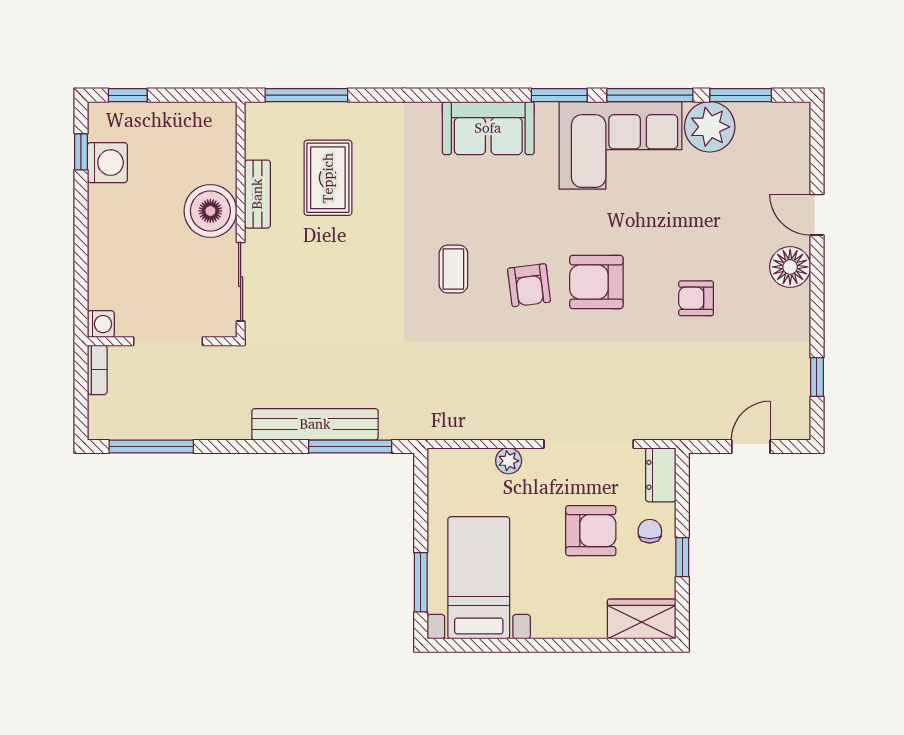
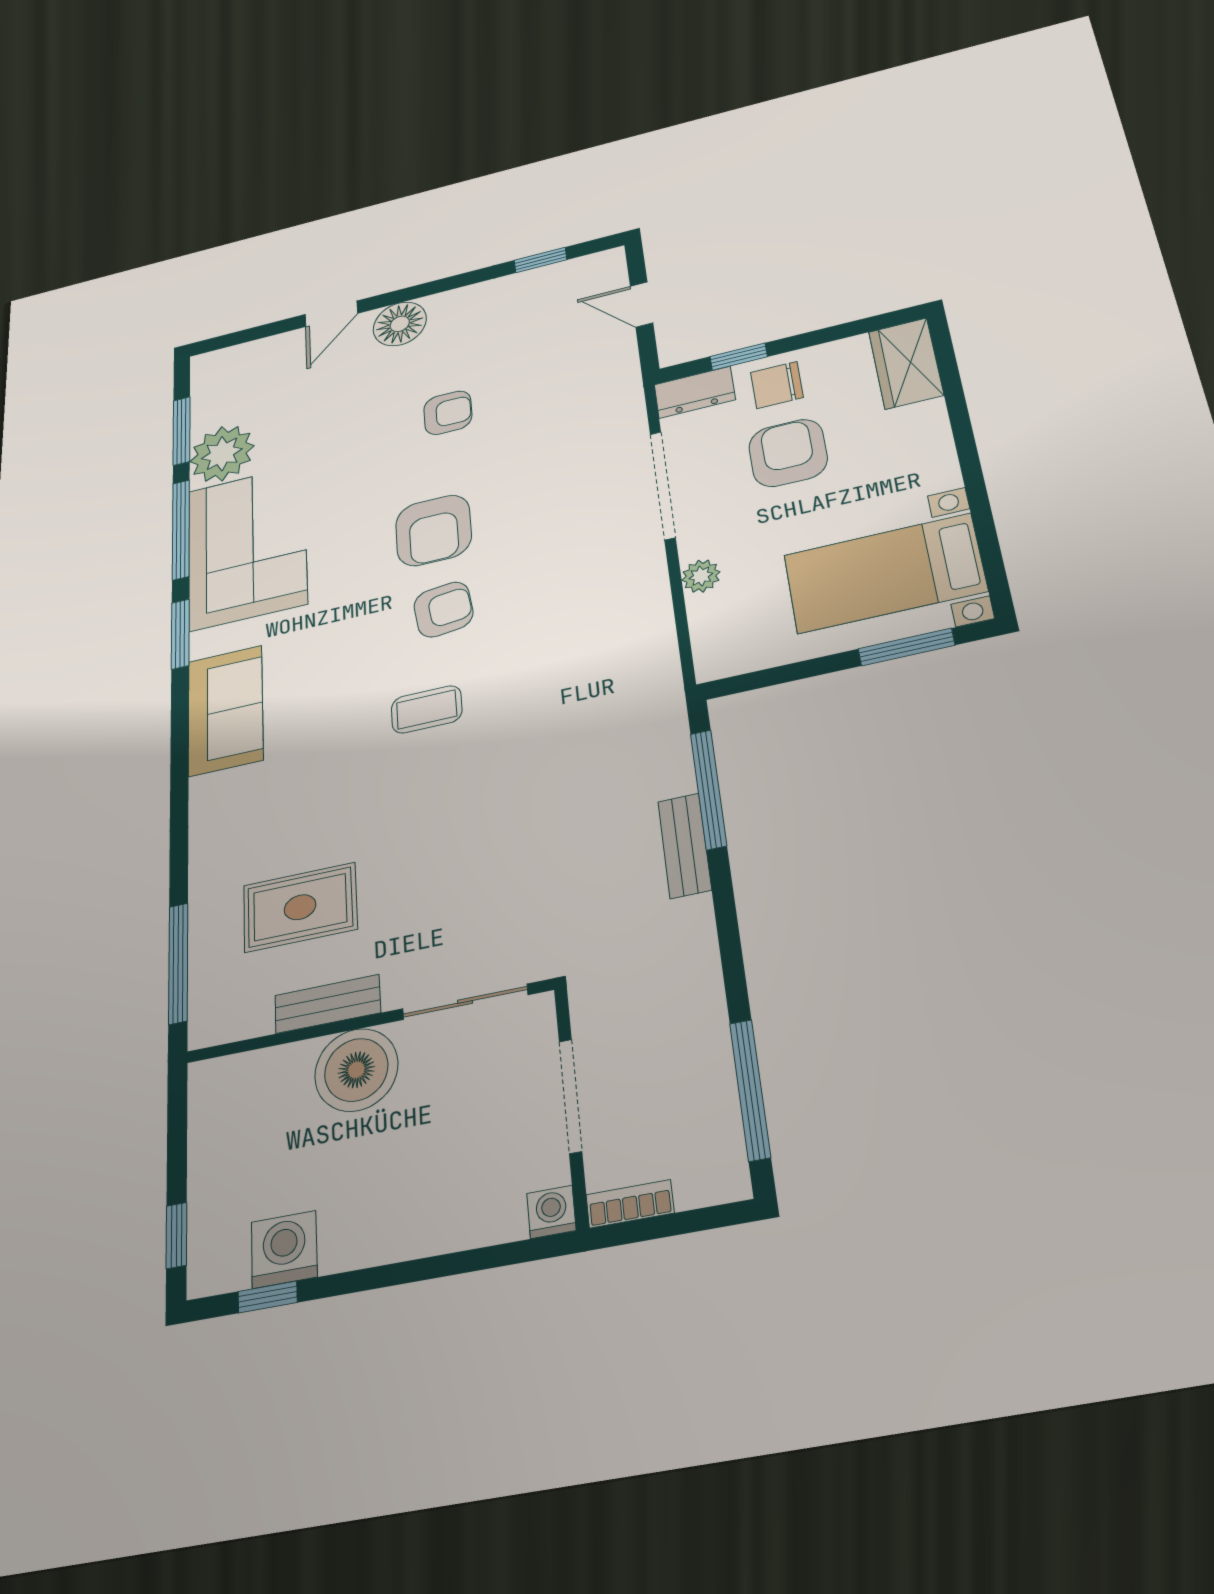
armchair: (696, 298) -> (448, 413), turned -90
bench: (315, 424) -> (685, 846), width x0.54, depth x0.82
chair: (650, 531) -> (777, 385), width x1.37, depth x1.37
window: (682, 557) -> (739, 357), moved

